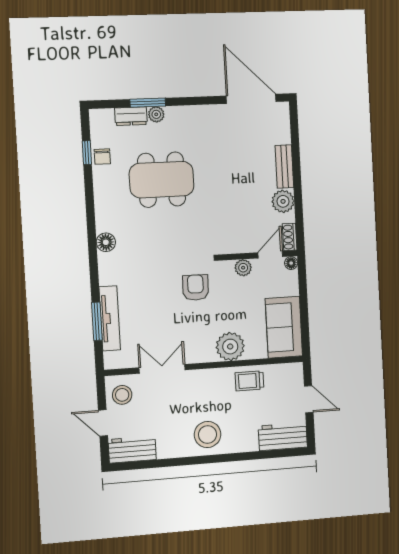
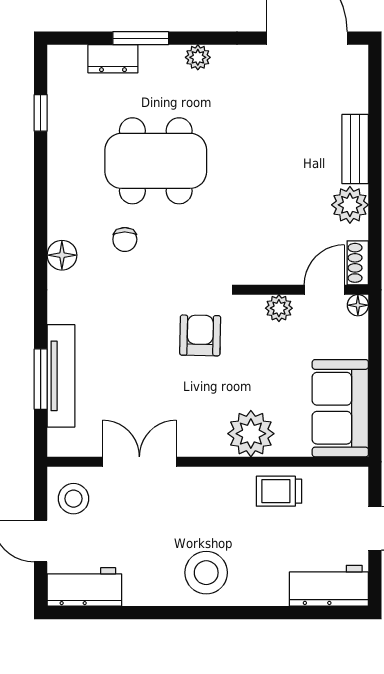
plant: (156, 114) -> (198, 57), moved
chair: (102, 157) -> (125, 239), moved

